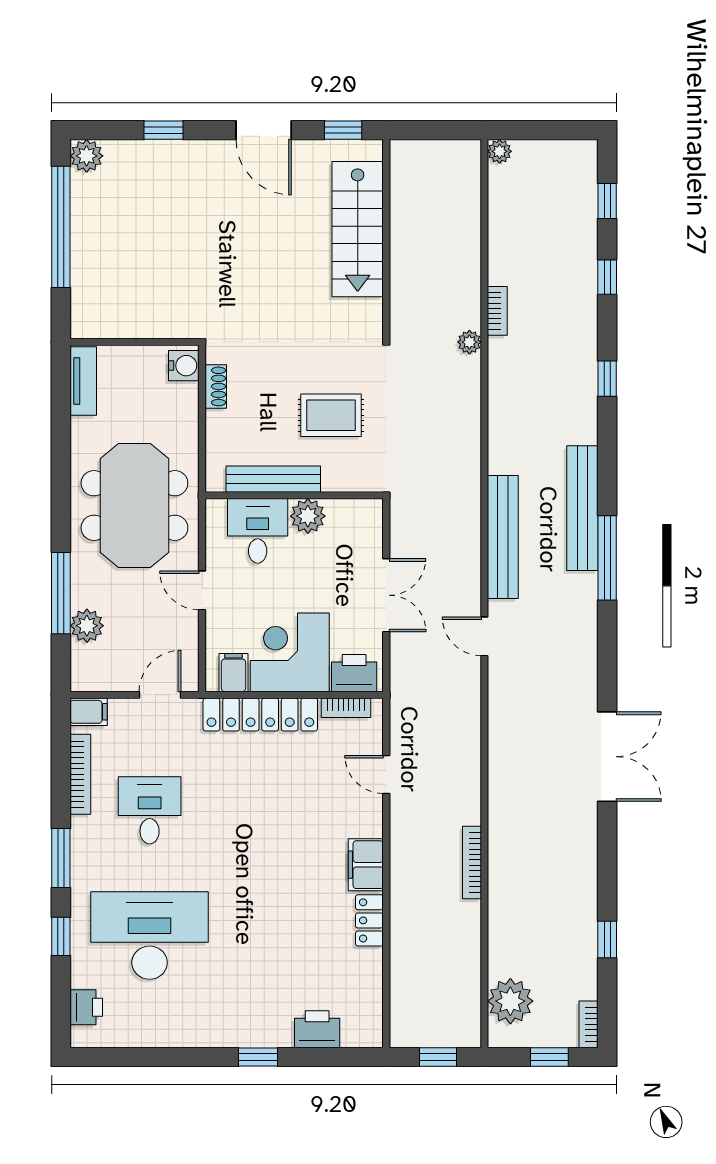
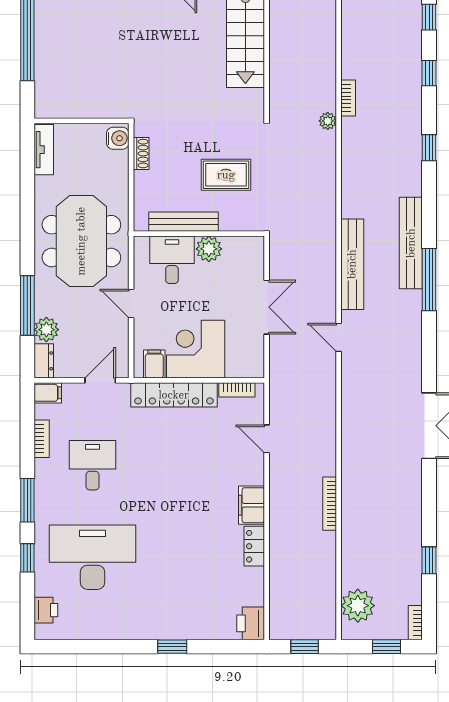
dresser: (83, 668) -> (44, 361), added
printer: (354, 673) -> (243, 364), removed
bookcase: (80, 774) -> (42, 439), width x0.64
printer: (317, 1029) -> (251, 623), moved, turned -90

